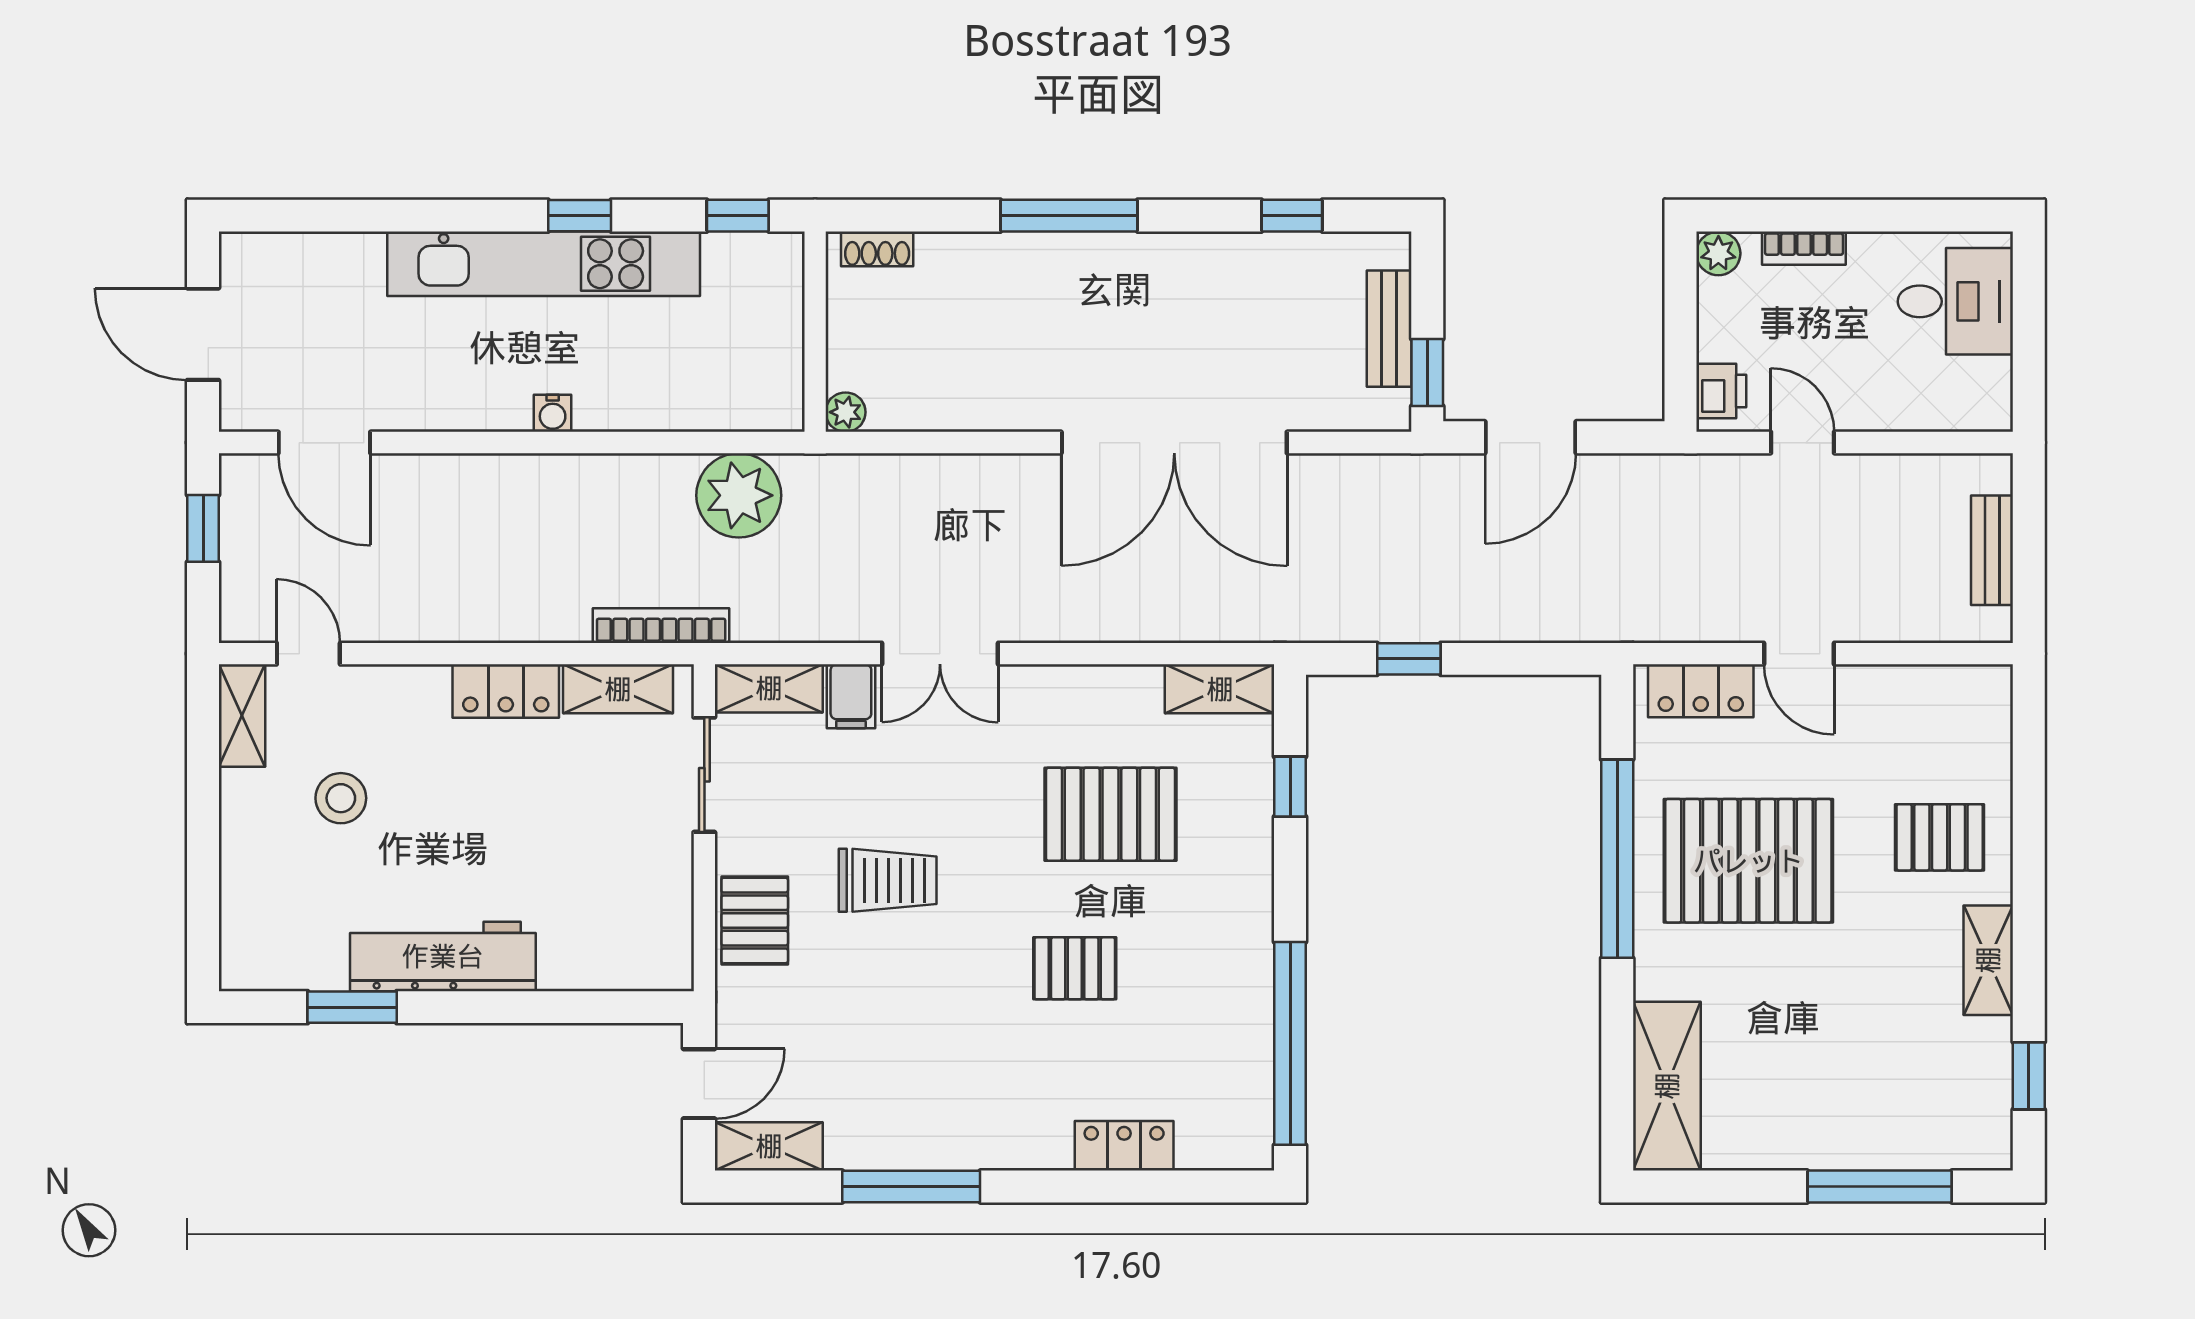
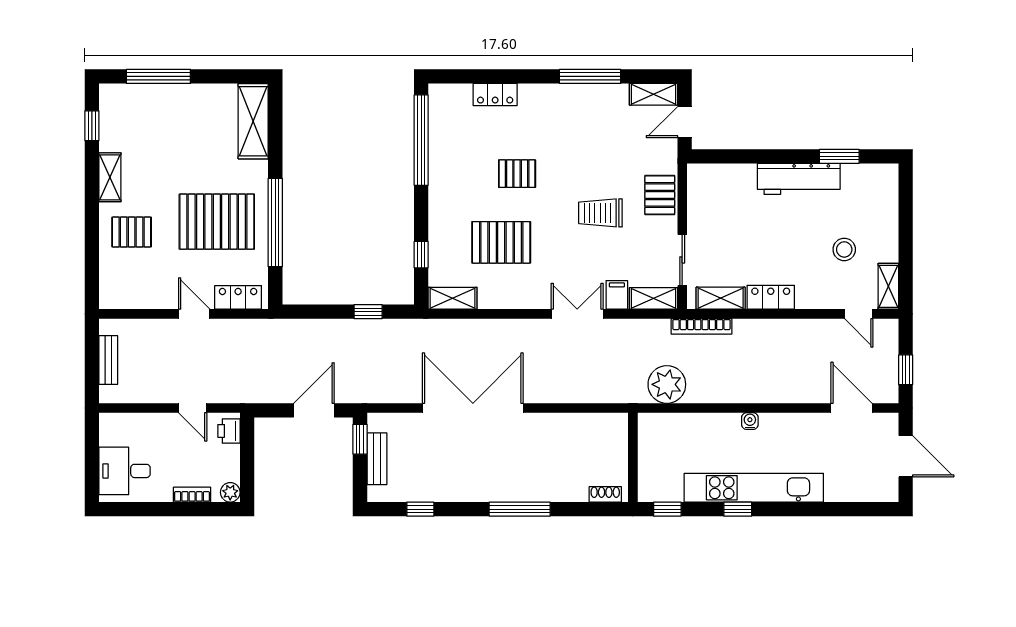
plant: (846, 412) -> (619, 422), removed

